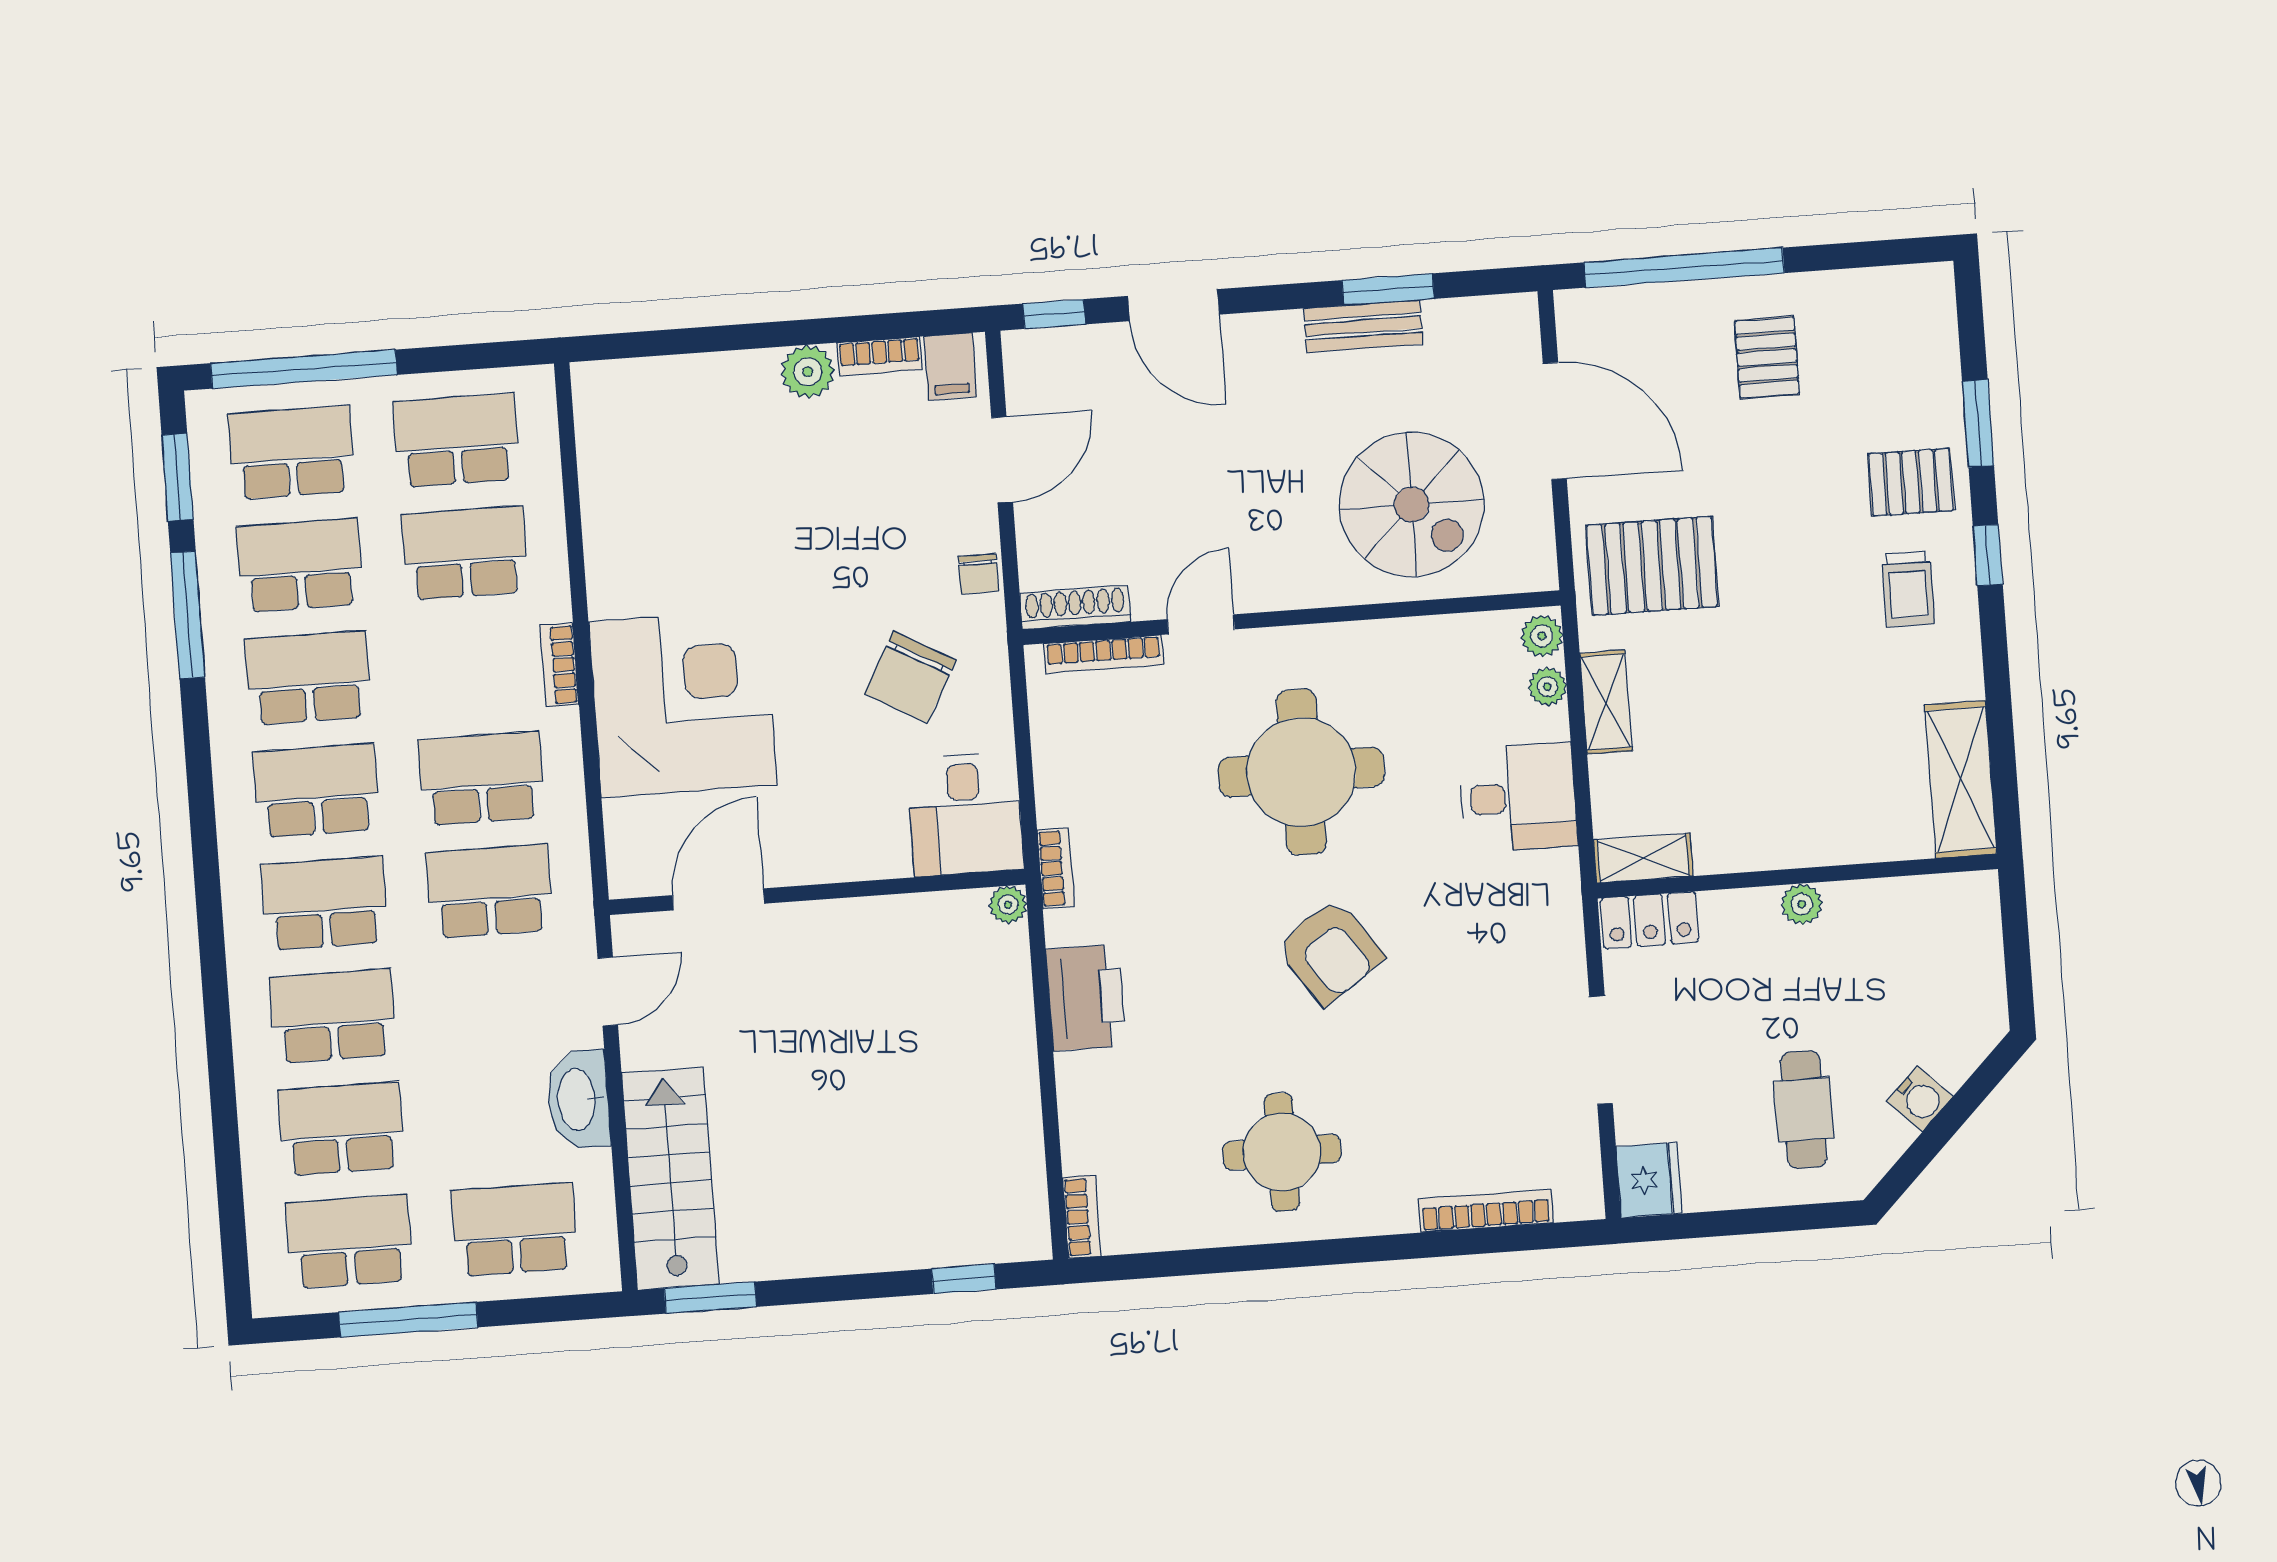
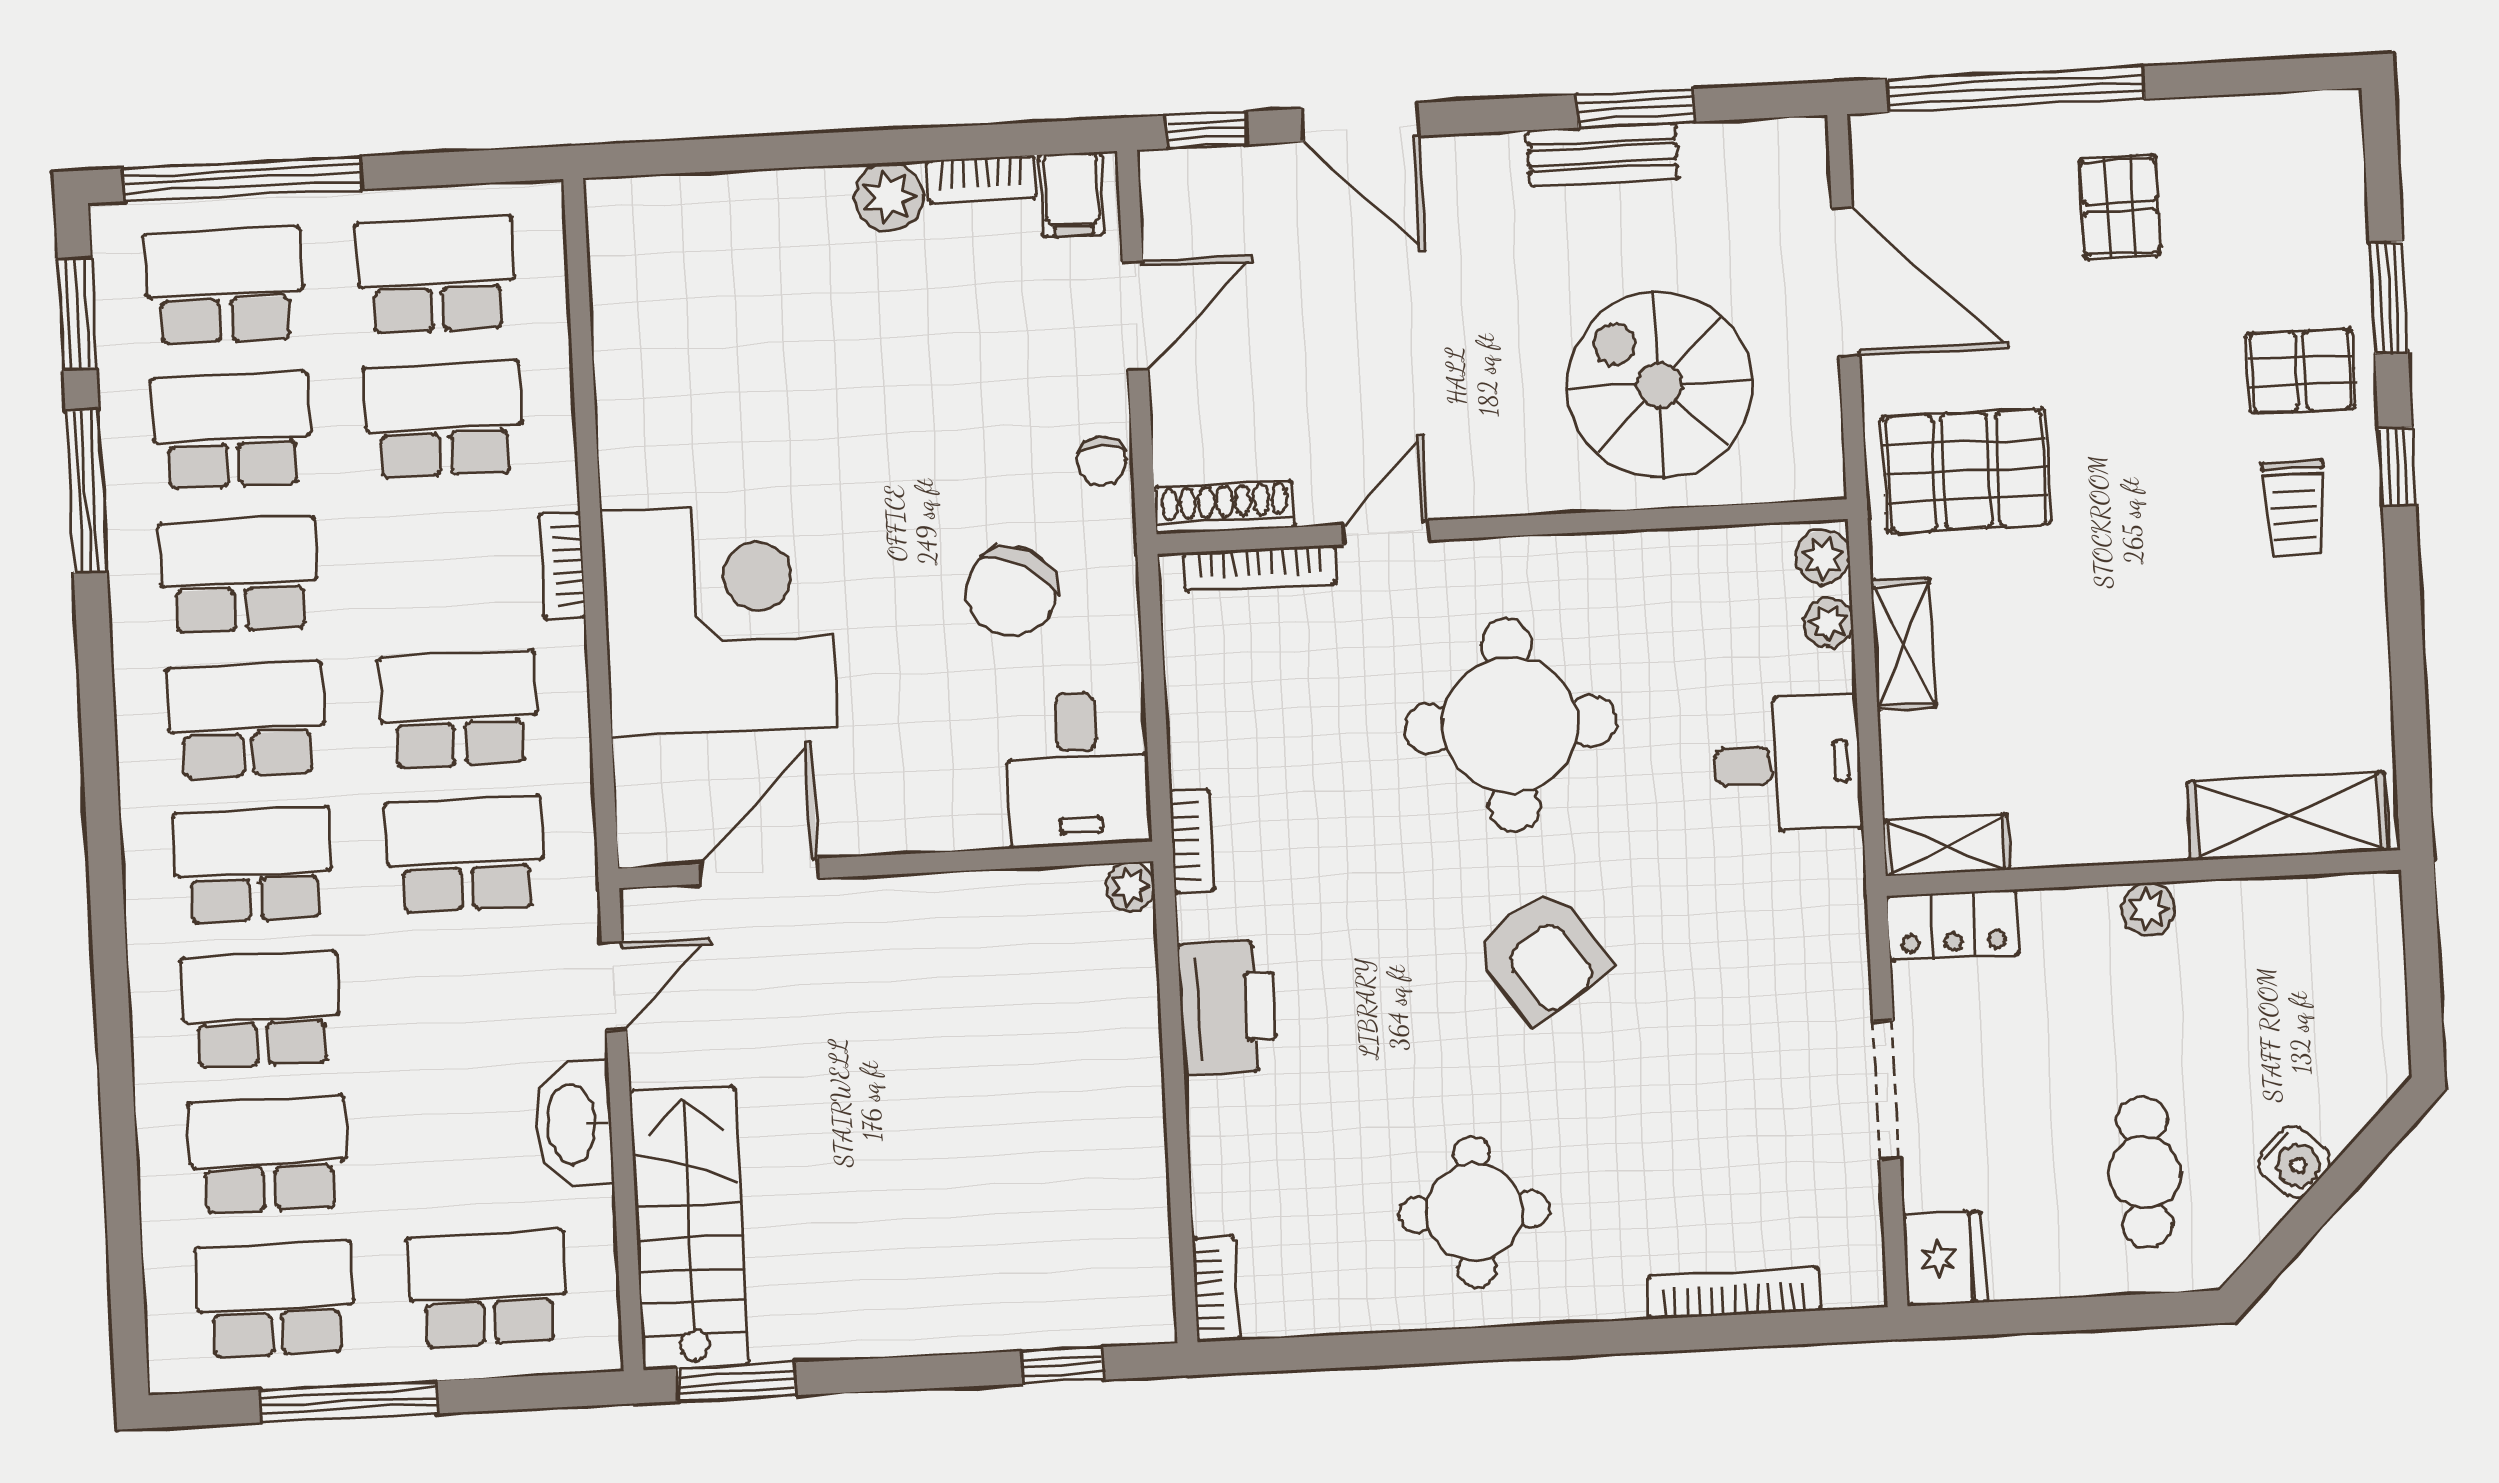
spiral stairs: (1412, 505) -> (1660, 385), turned 180
shelving: (1961, 779) -> (2288, 816), moved, turned 90

